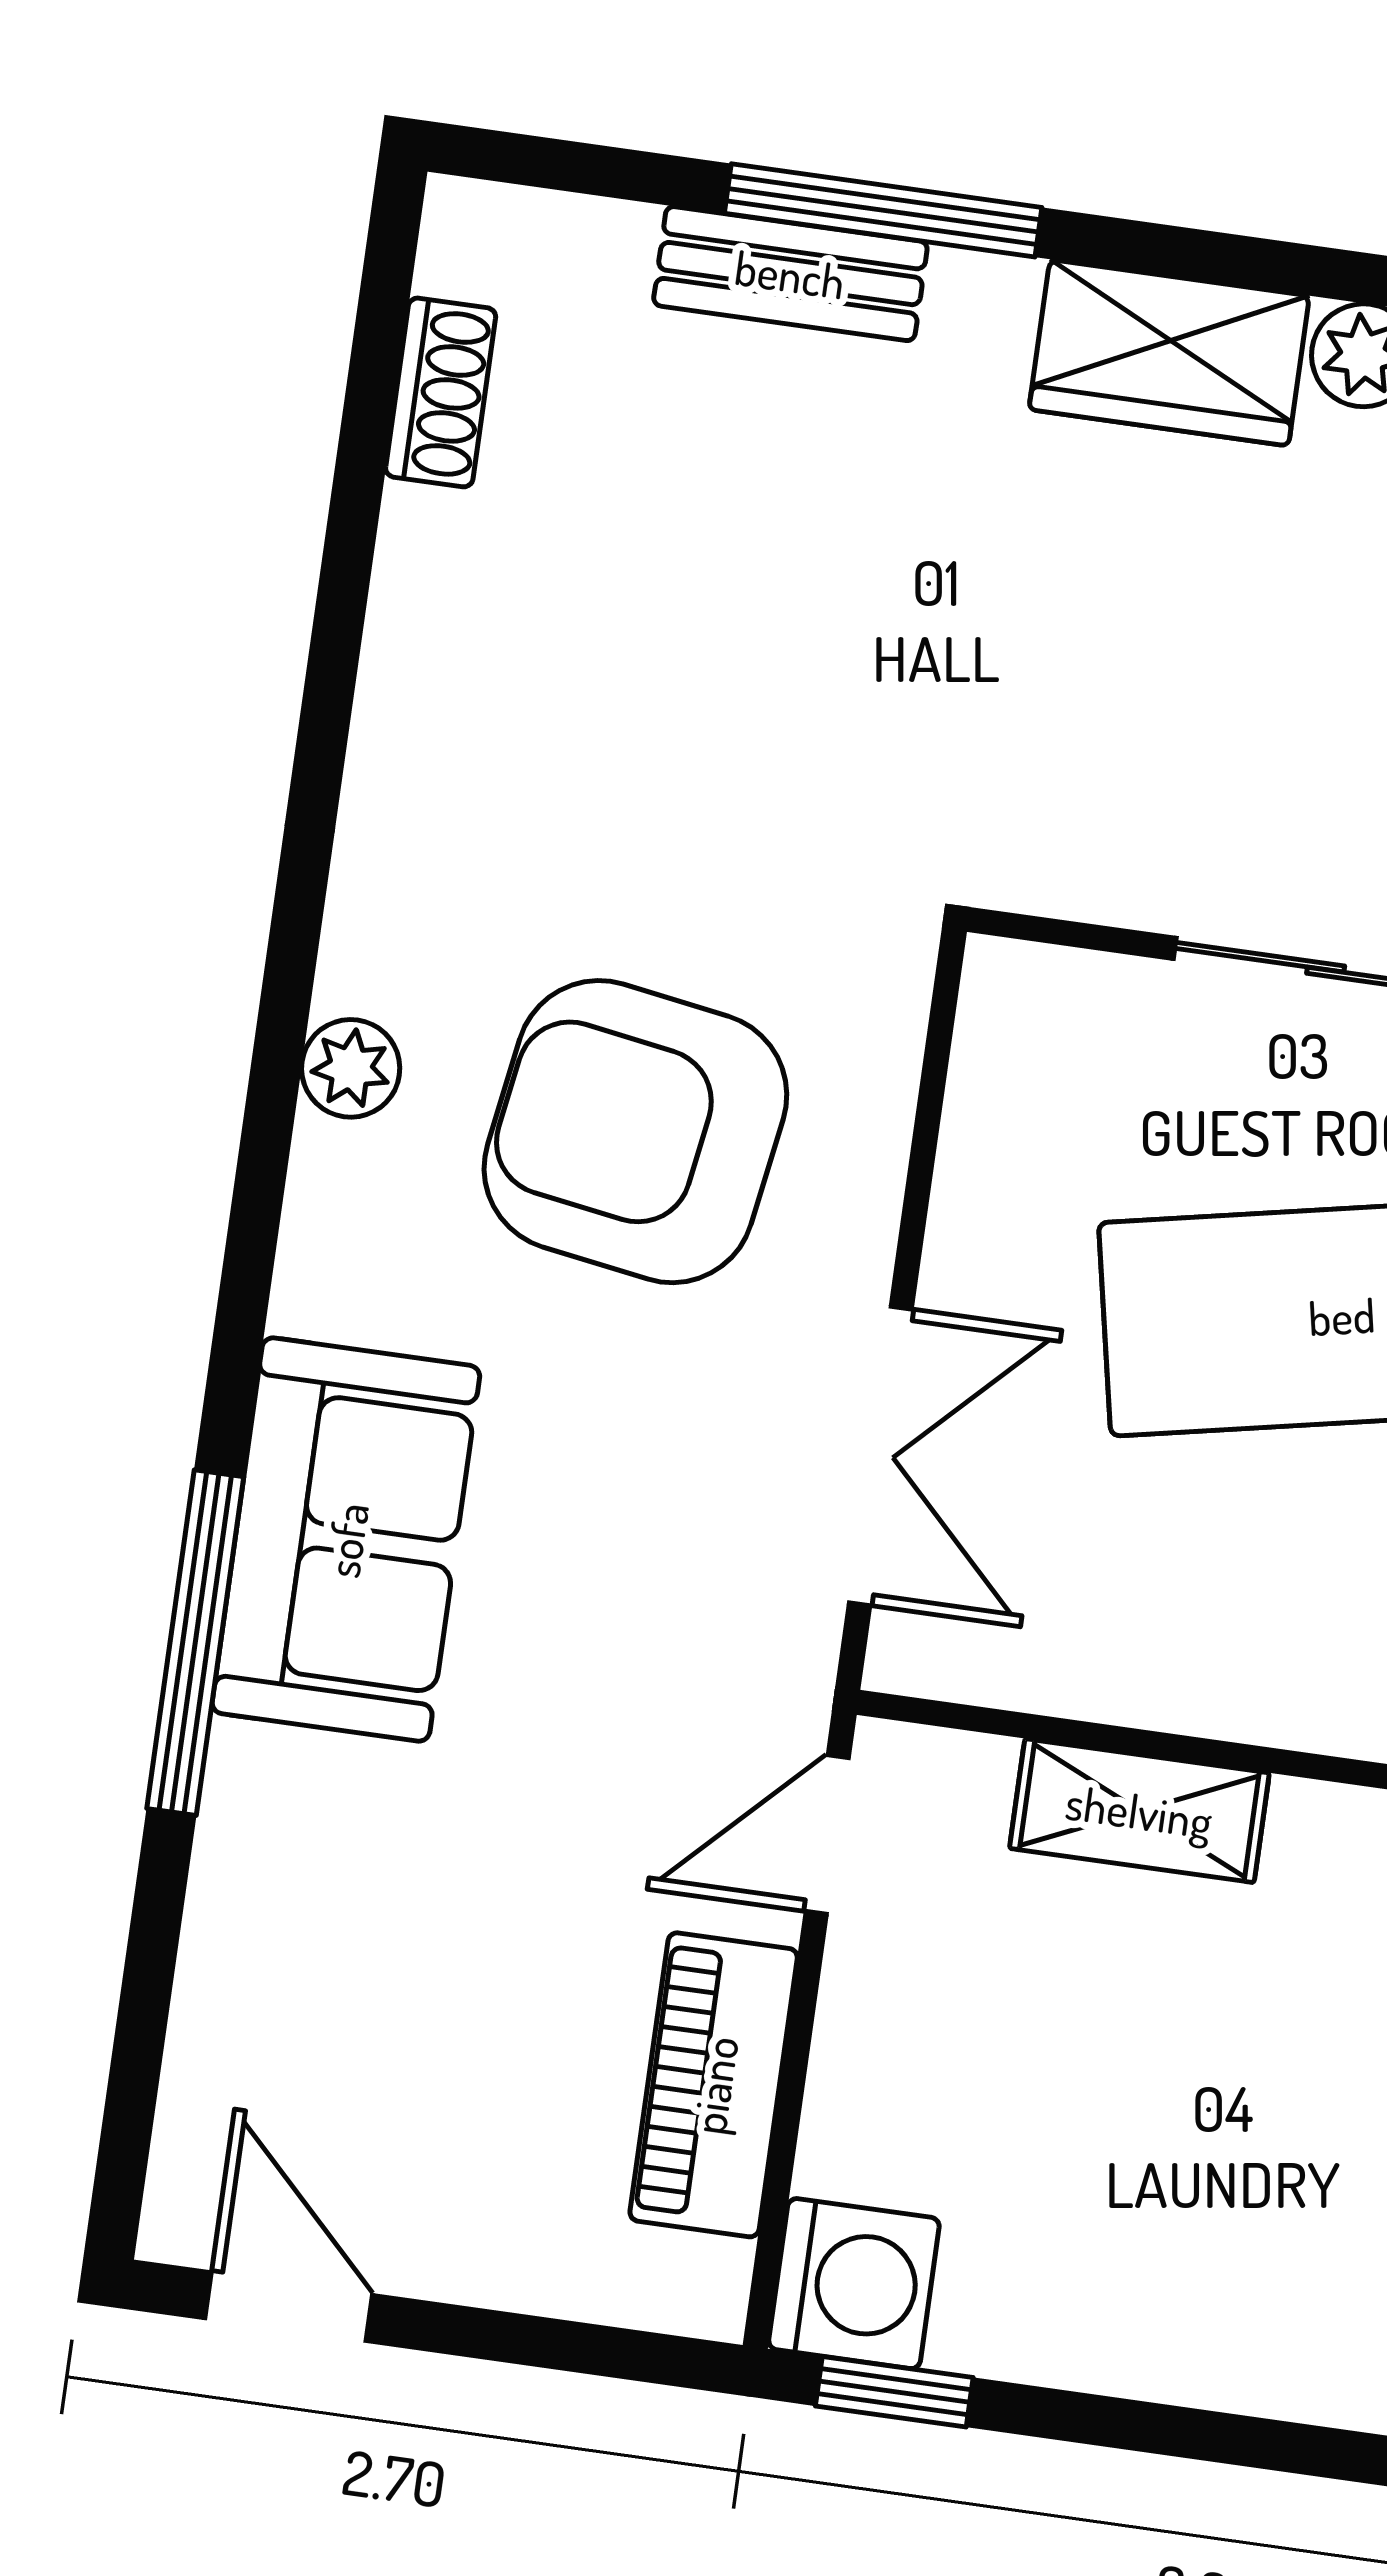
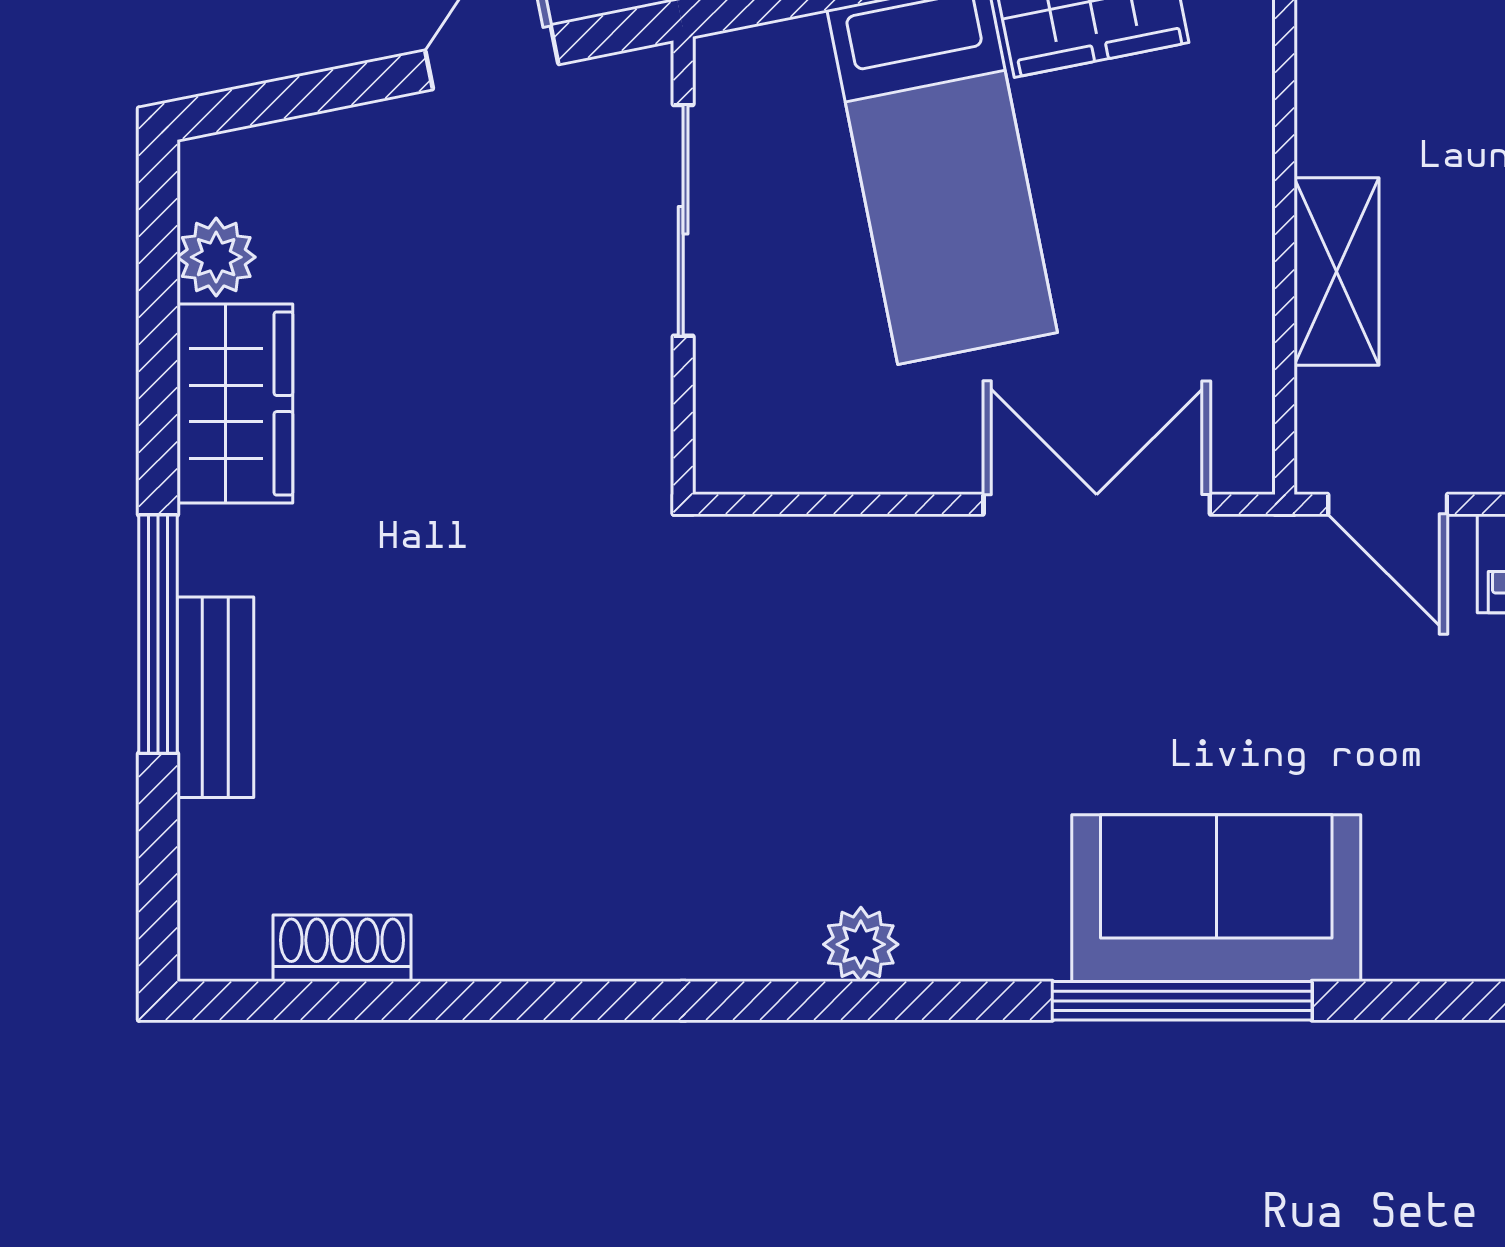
armchair: (635, 1132) -> (878, 723), removed
window: (195, 1643) -> (1182, 1001), moved

